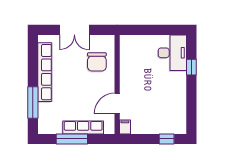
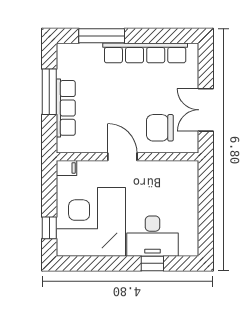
double door: (74, 30) -> (206, 110), moved
desk: (172, 53) -> (153, 236), moved
door: (117, 103) -> (122, 157), moved
corner desk: (162, 110) -> (91, 222), added

